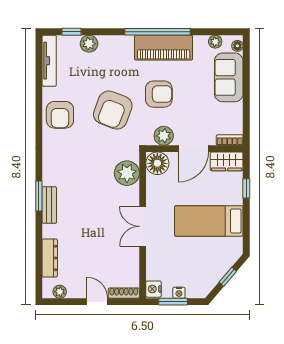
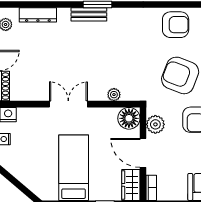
armchair: (60, 115) -> (176, 25), turned 180
plant: (127, 173) -> (114, 95), width x0.53, depth x0.53
window: (228, 277) -> (20, 186), removed

